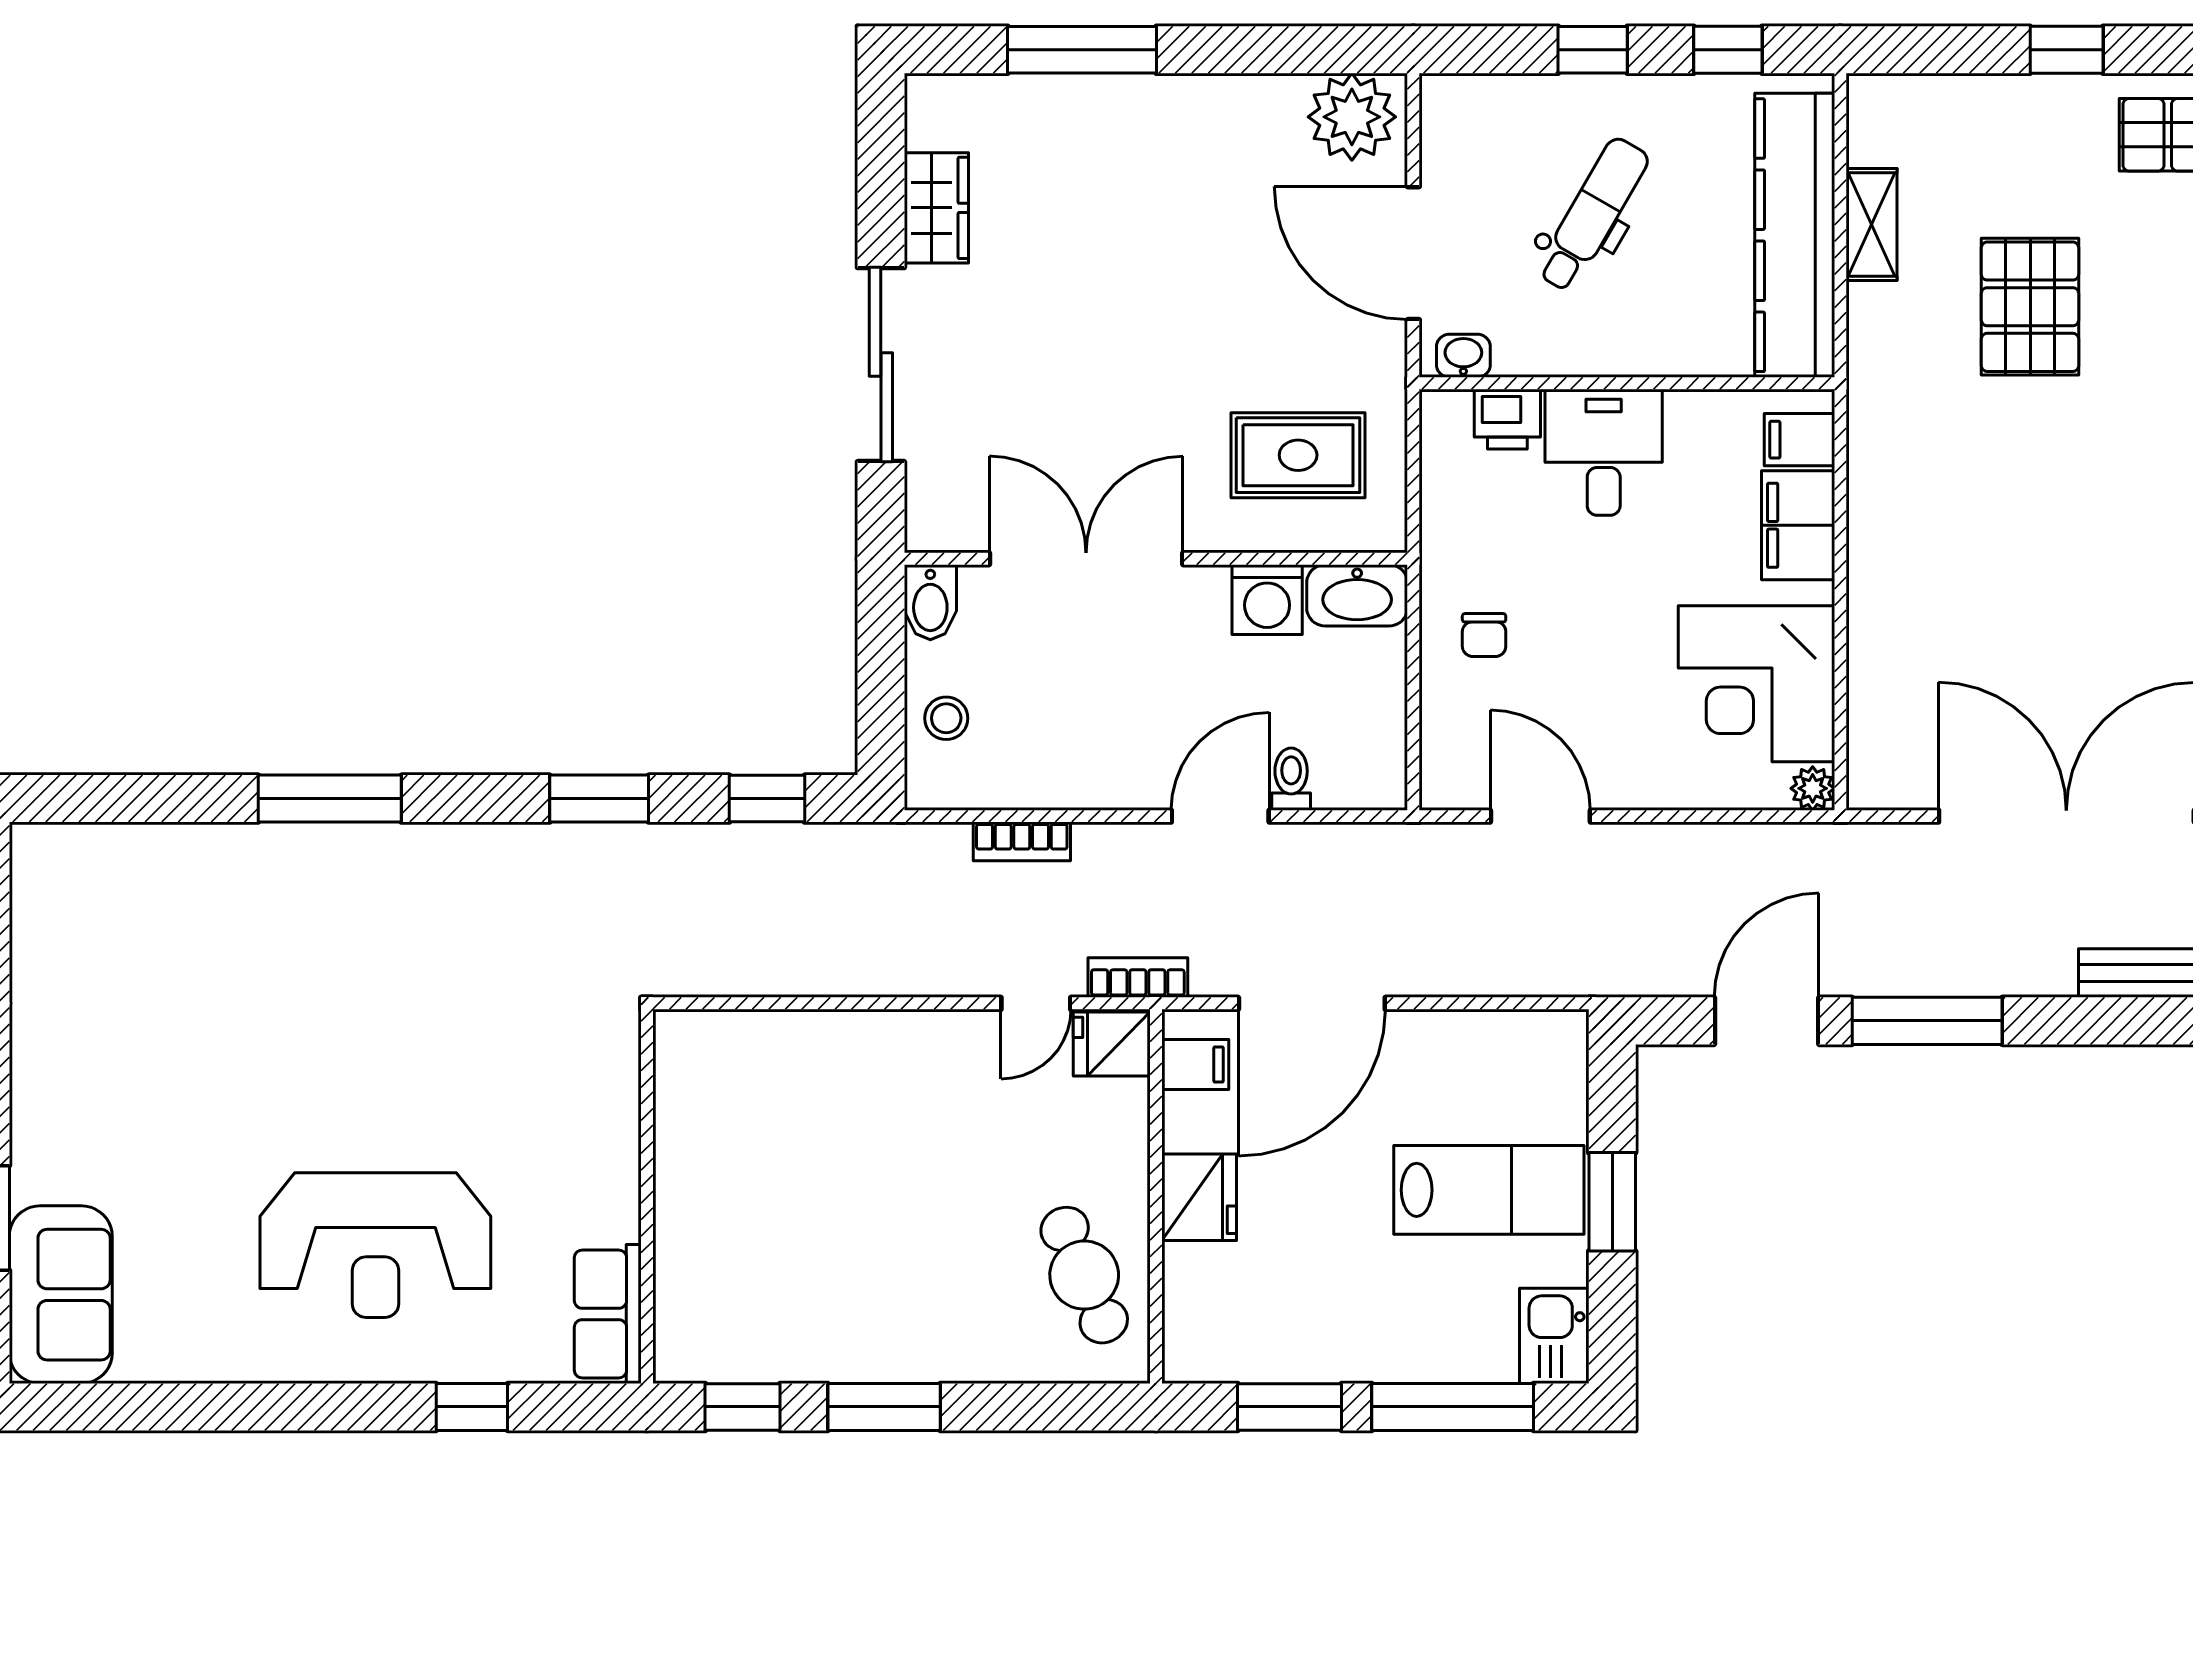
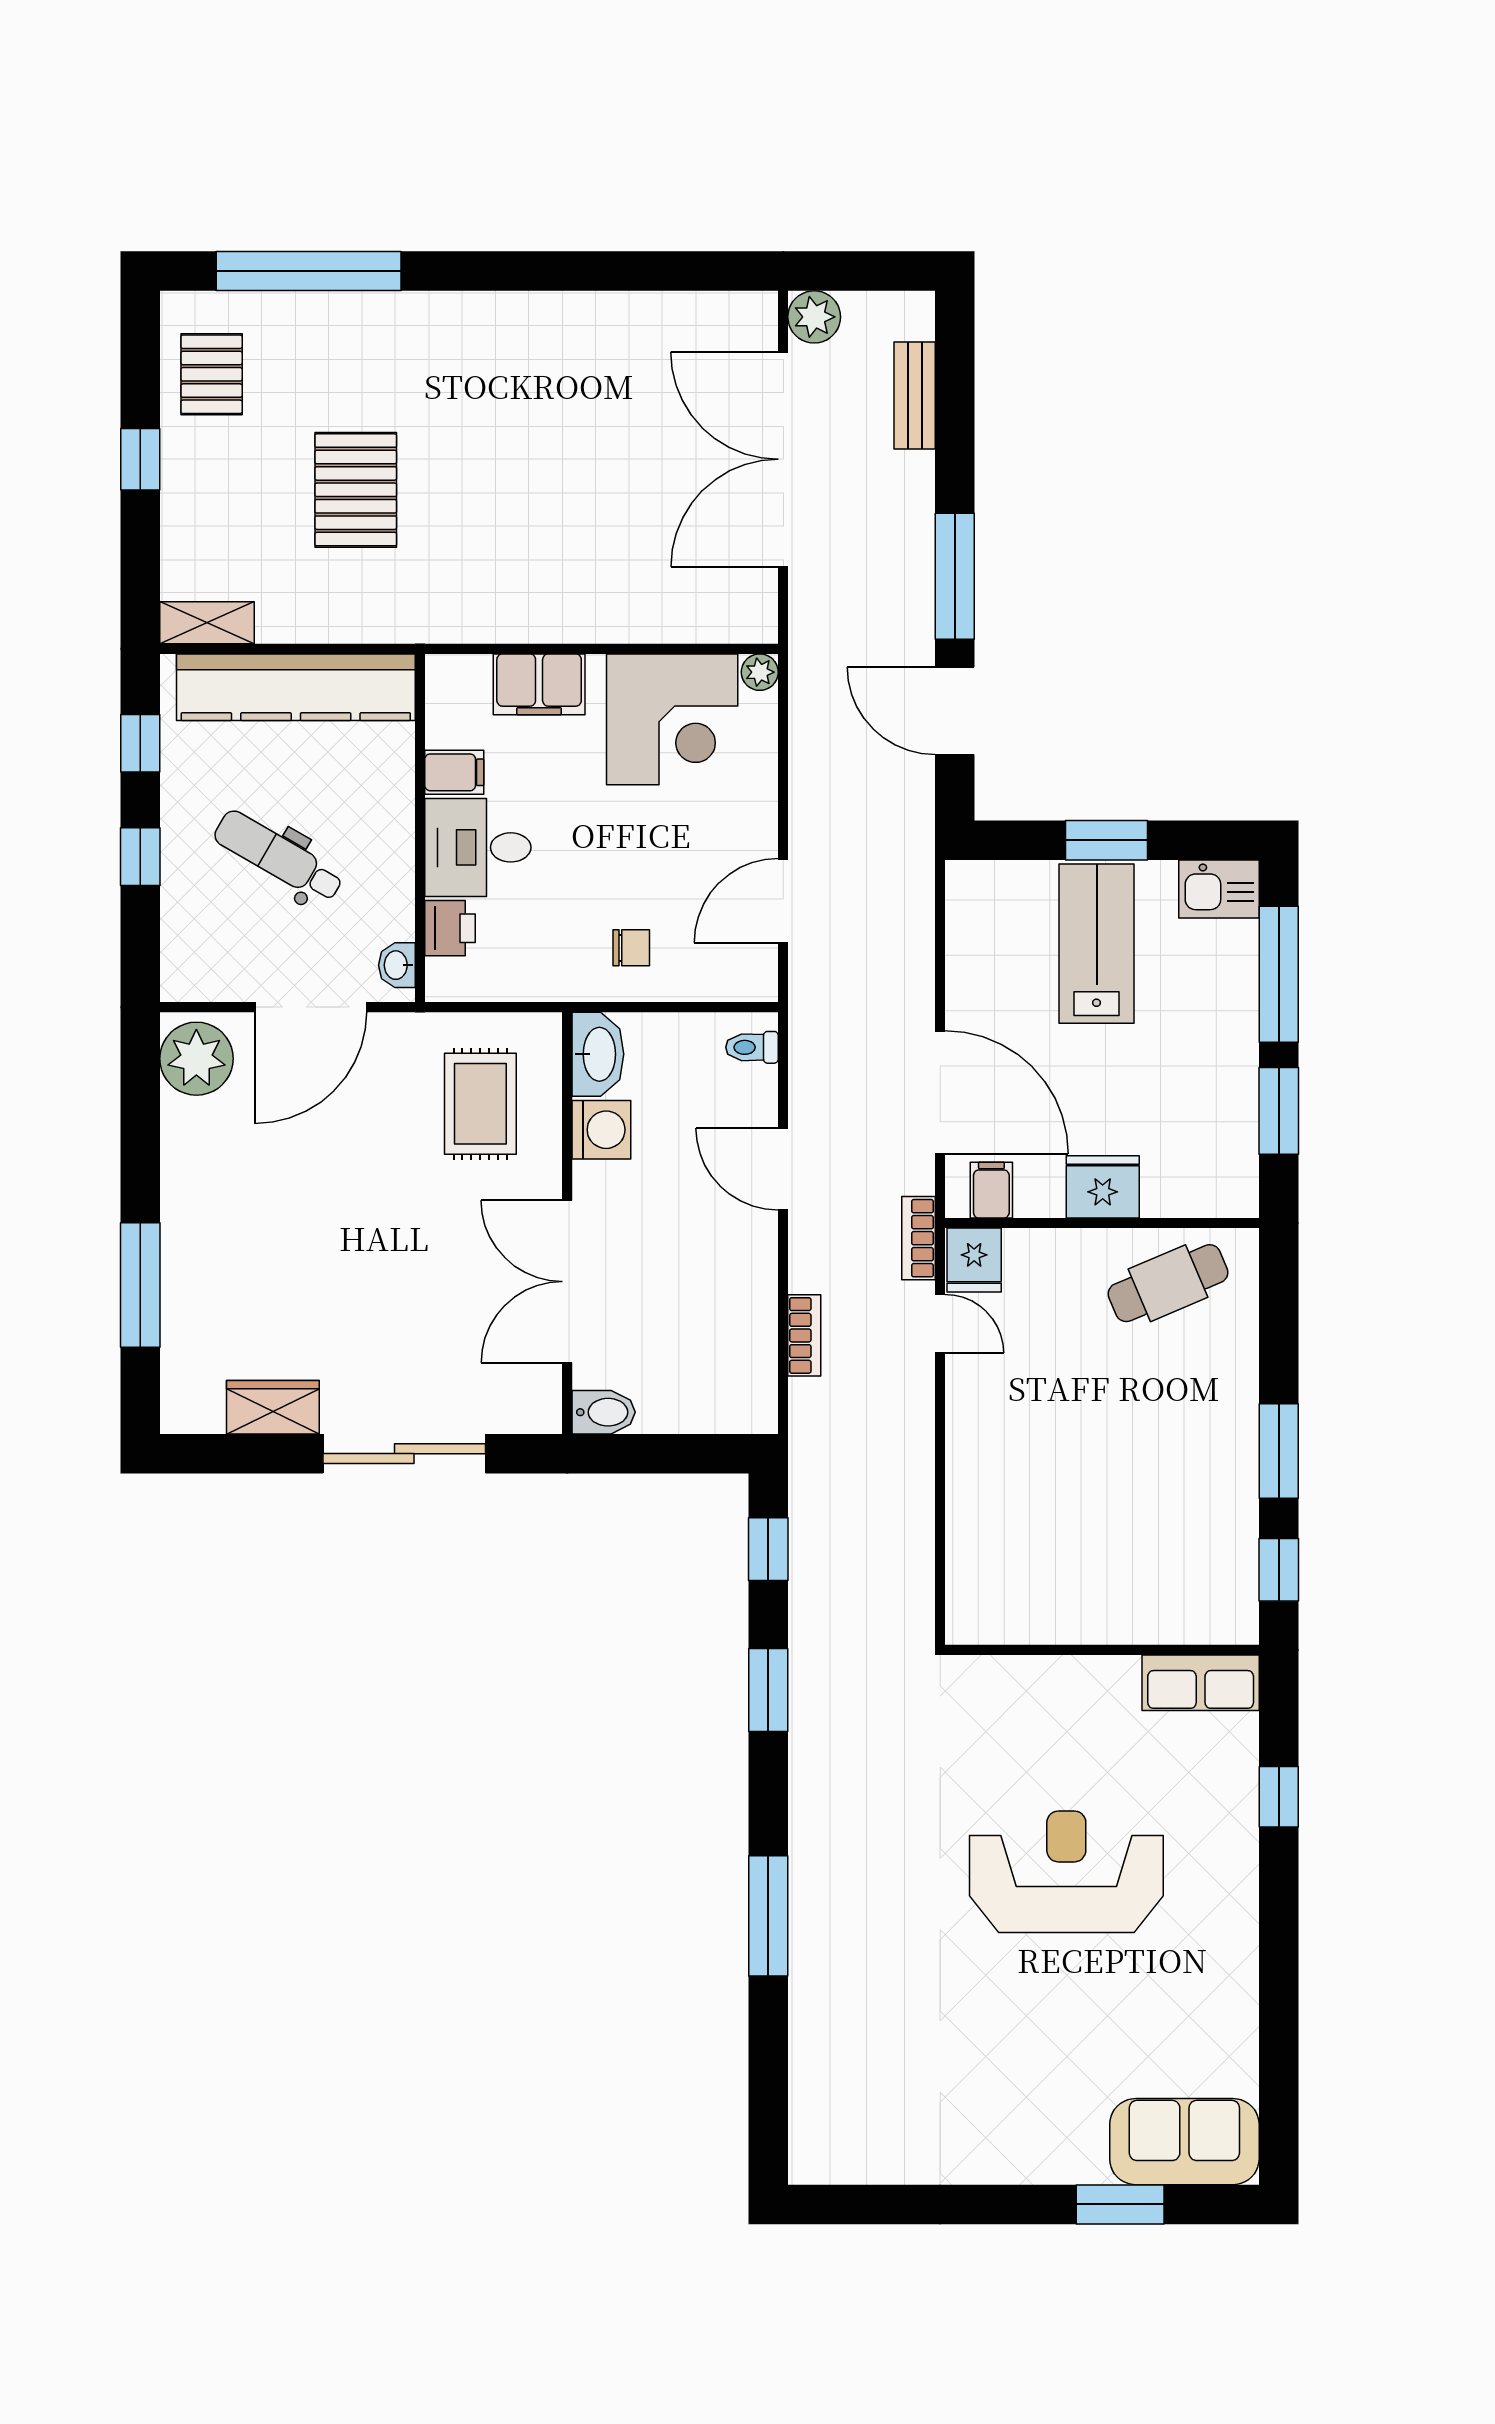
shelving: (1872, 225) -> (207, 623), moved
pallet: (2030, 307) -> (356, 490), turned 90
filing cabinet: (1799, 440) -> (454, 772), moved, turned -90
stool: (946, 718) -> (701, 1399), removed
toilet: (1291, 779) -> (752, 1047), moved
reception desk: (375, 1245) -> (1066, 1872), moved, turned -90

